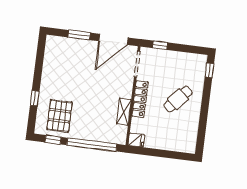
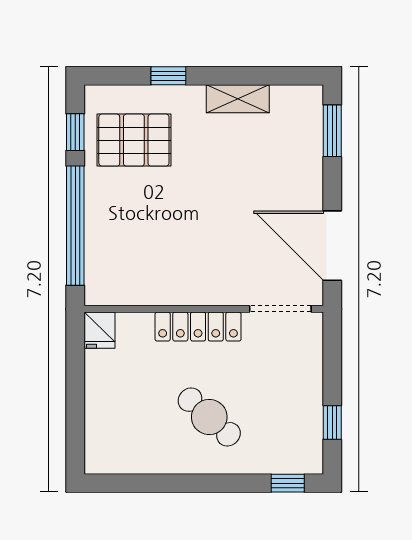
window: (79, 35) -> (332, 131), moved
window: (160, 45) -> (332, 422), moved
shelving: (124, 112) -> (238, 99), moved

